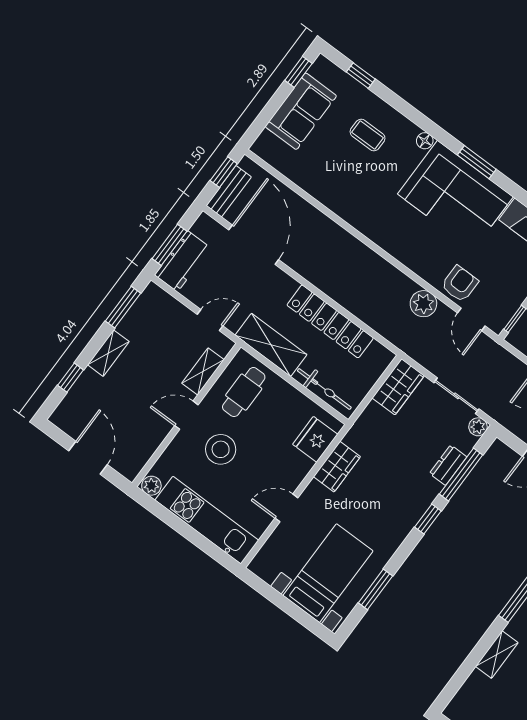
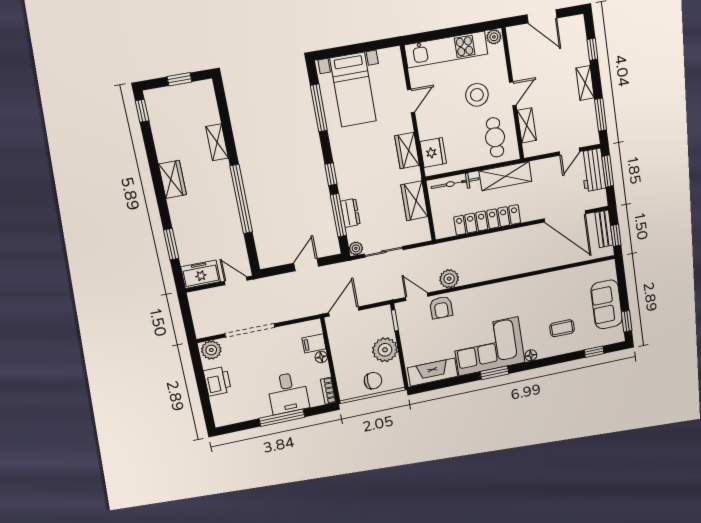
door: (210, 320) -> (569, 152), moved
wardrobe: (398, 387) -> (414, 201), moved
window: (375, 589) -> (319, 108), width x1.44

